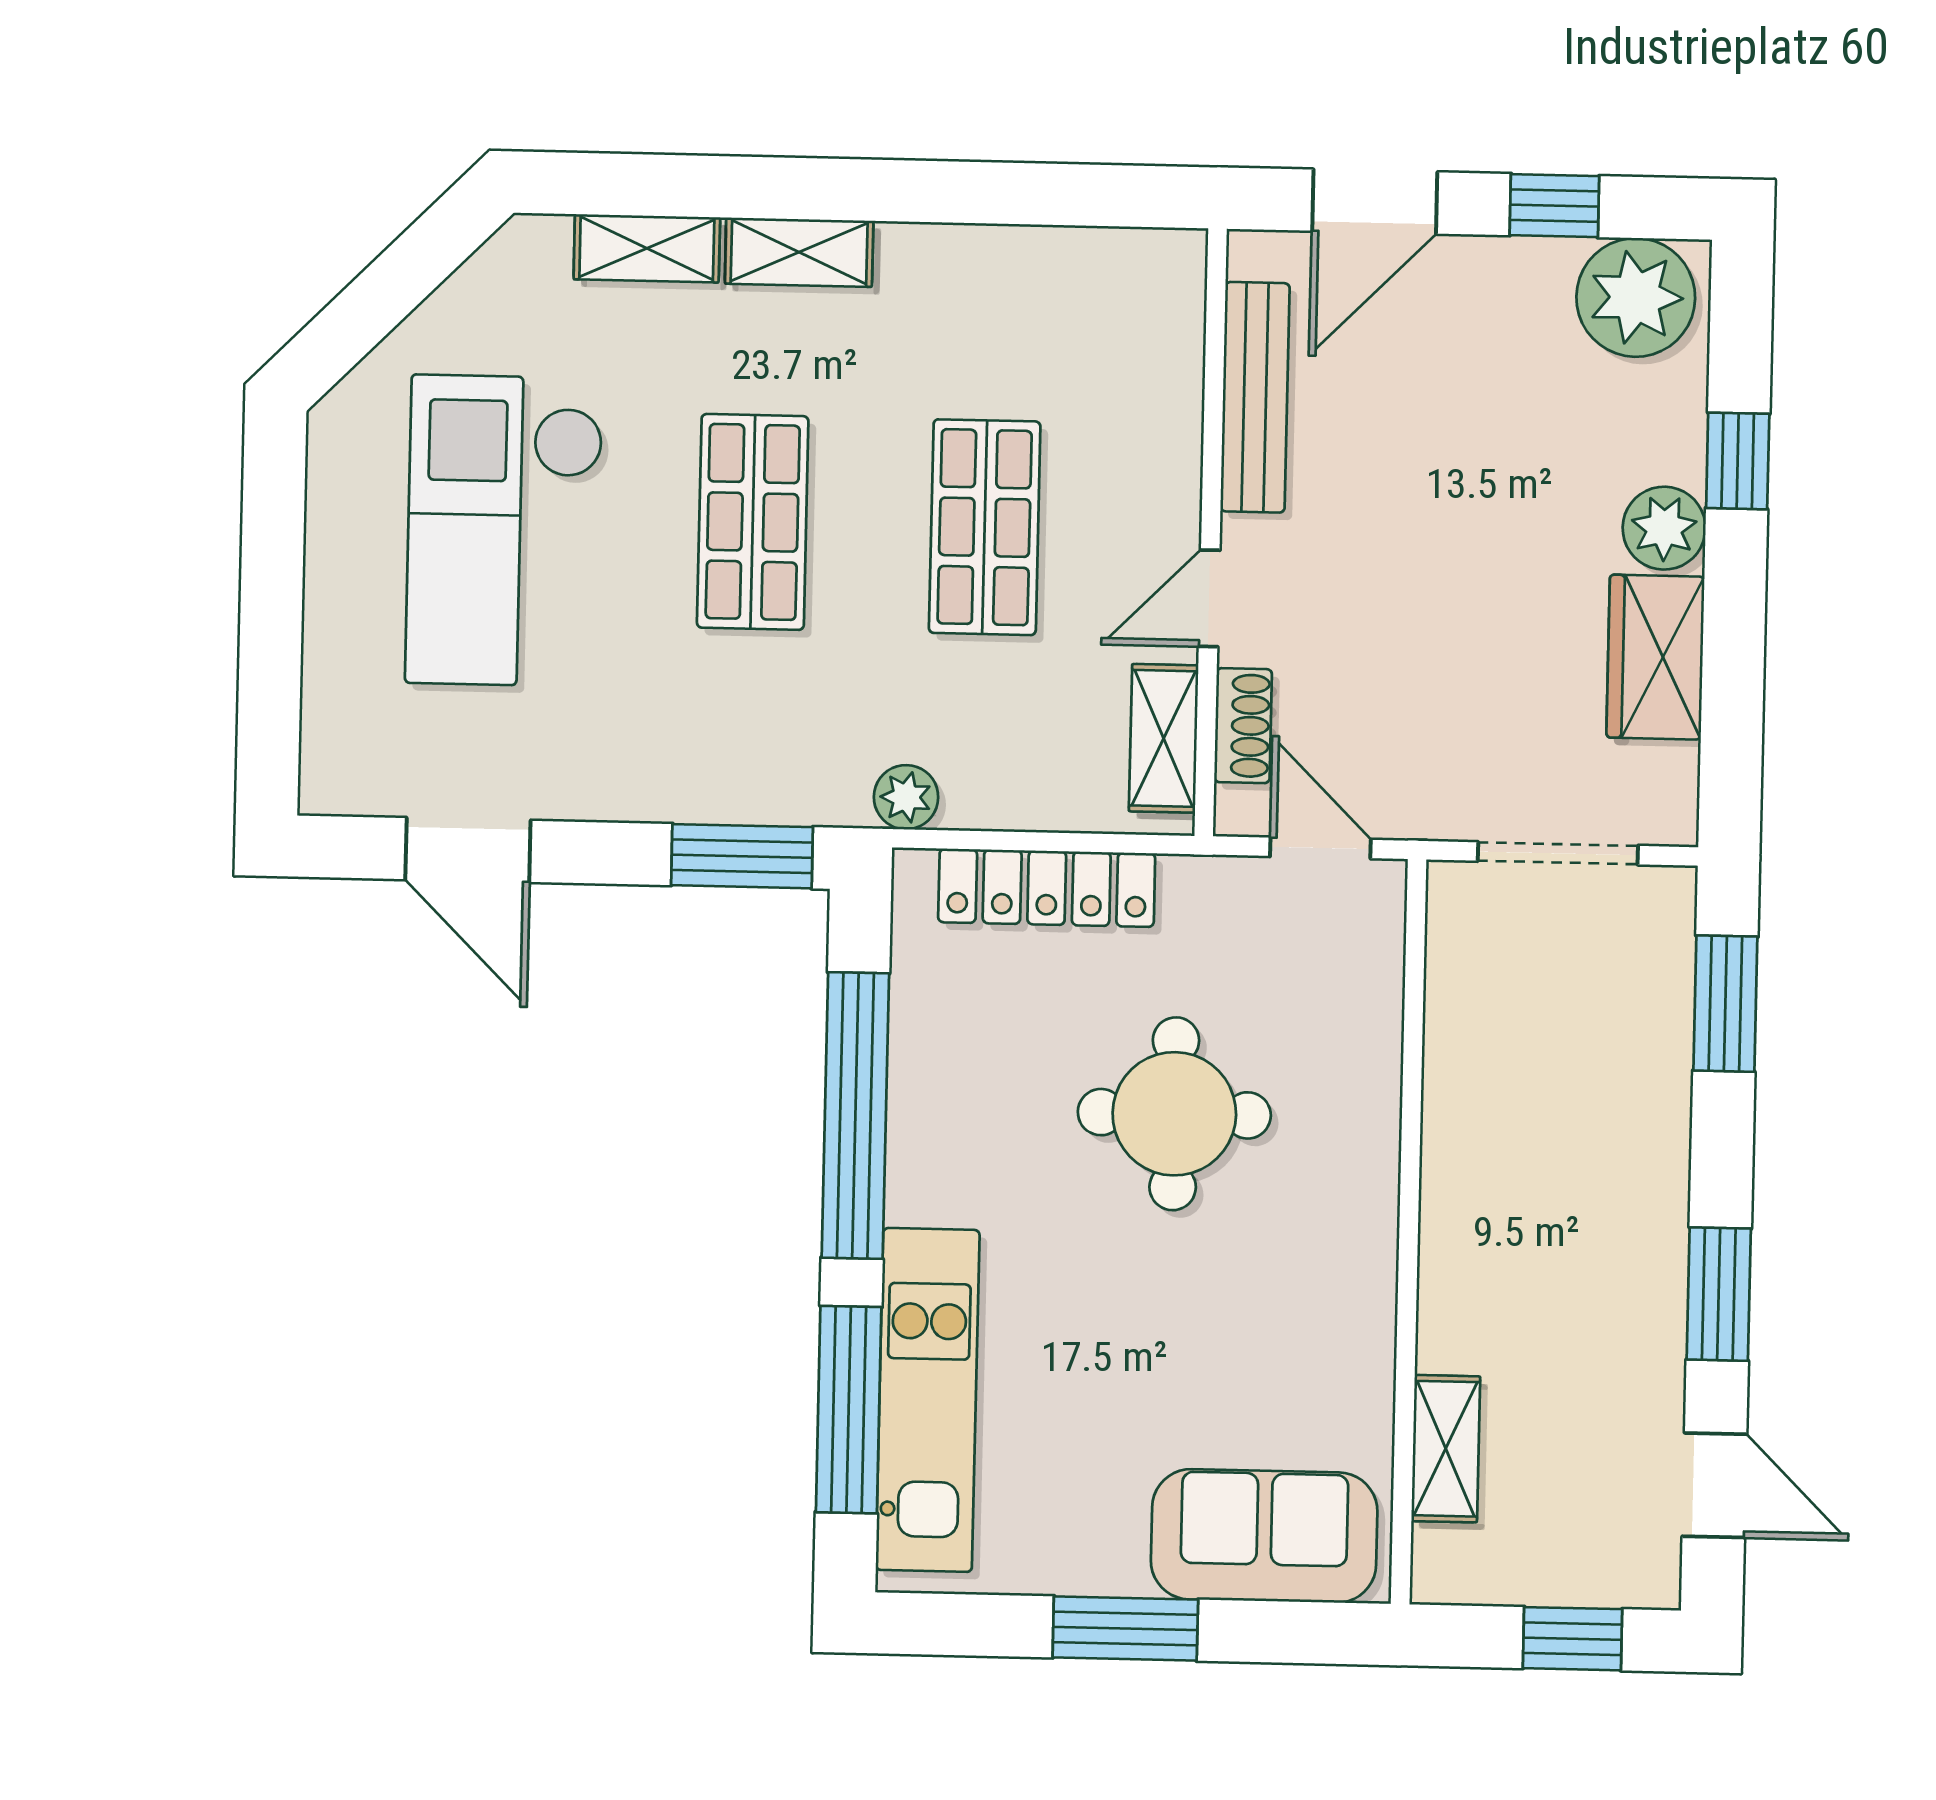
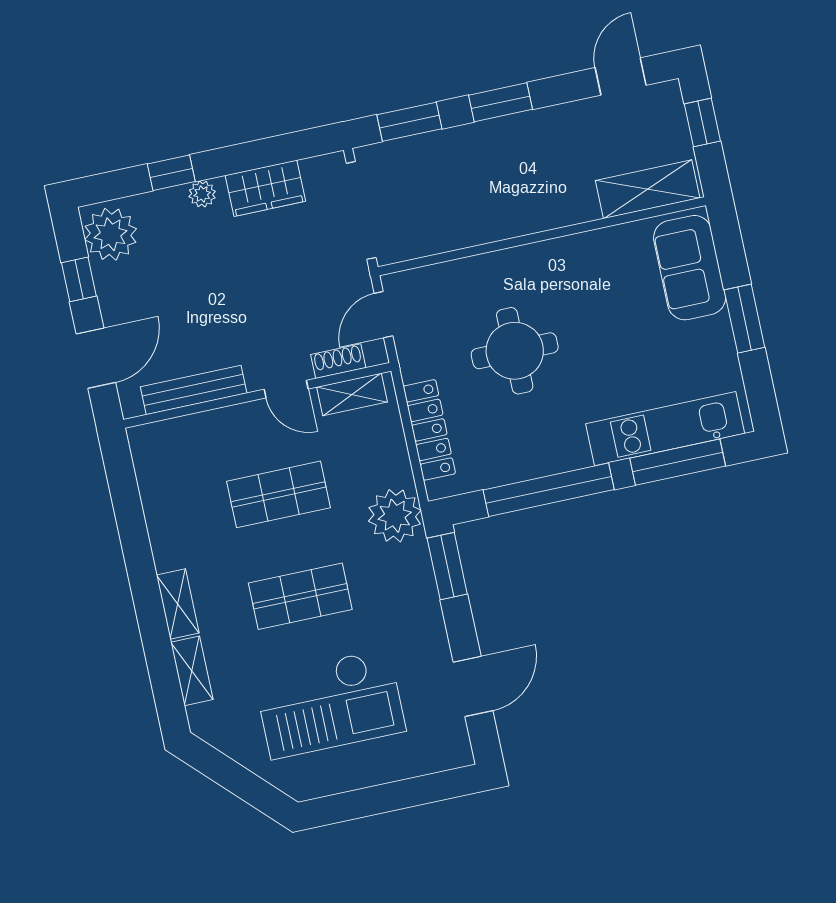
door: (1375, 202) -> (96, 358), hinge flipped
plant: (1664, 528) -> (202, 194), width x0.73, depth x0.73
plant: (906, 797) -> (395, 516), width x1.87, depth x1.87
doorway: (1558, 853) -> (361, 210), width x1.36
window: (1719, 1294) -> (500, 102), moved
shelving: (1446, 1449) -> (648, 189), width x1.50, depth x1.33

